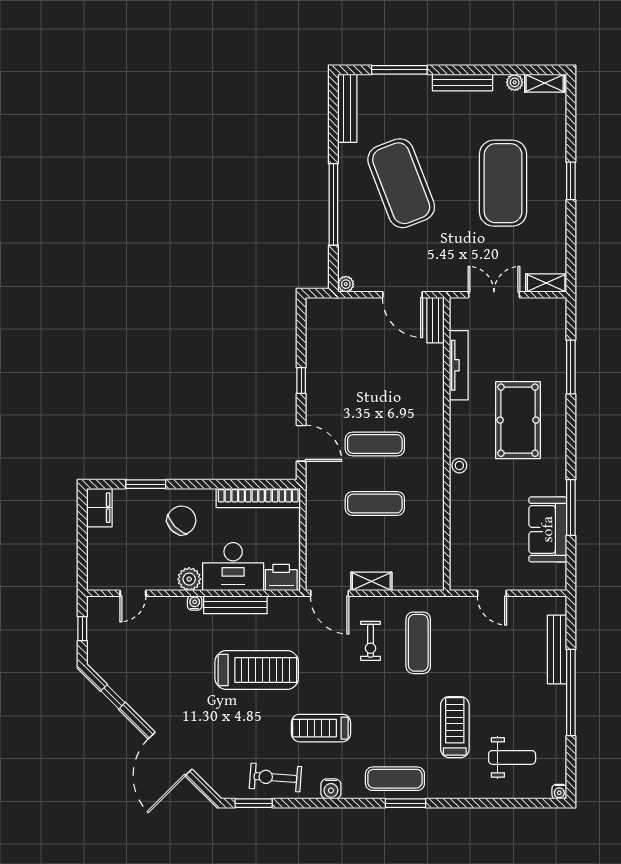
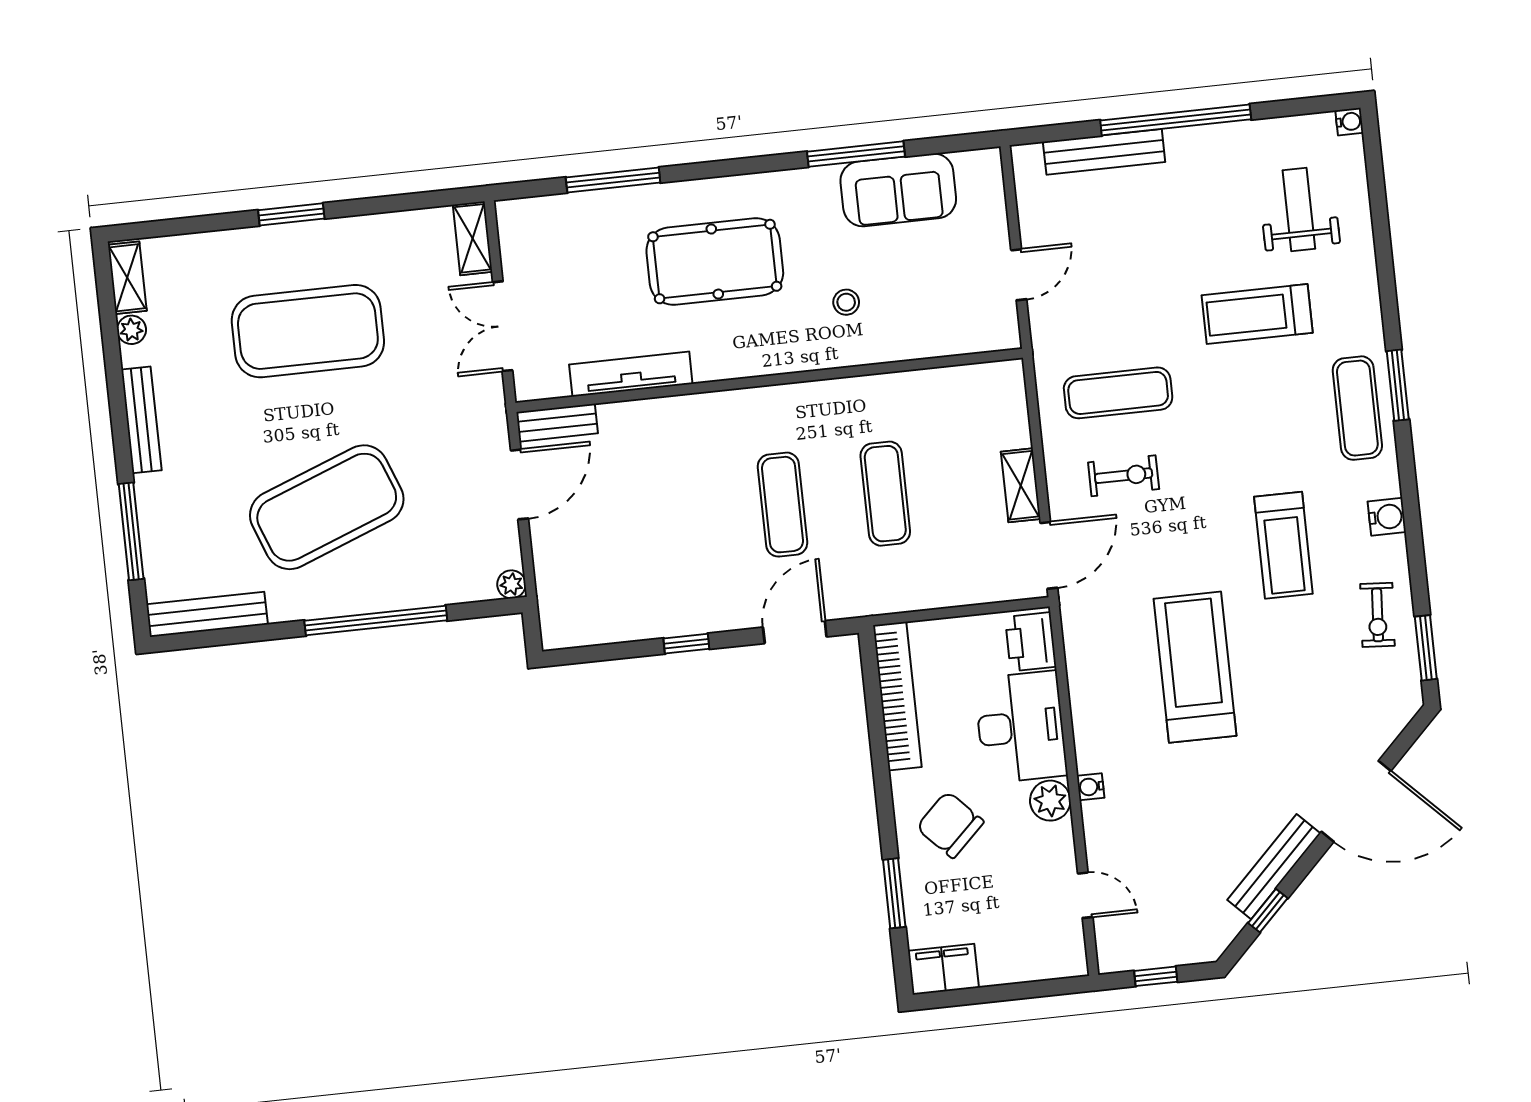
stool: (459, 466) -> (846, 302), moved
bench: (235, 605) -> (1274, 867), moved, turned 45
exercise bike: (275, 778) -> (1377, 615), width x0.73, depth x0.72

